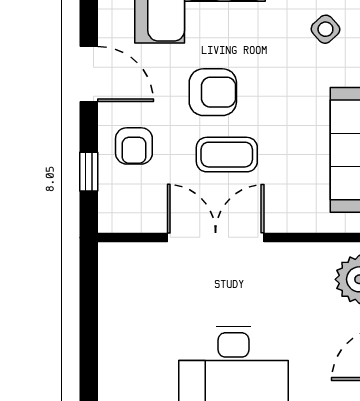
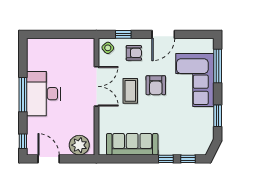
side table: (325, 29) -> (108, 48), moved
armchair: (134, 146) -> (134, 53), turned 180

